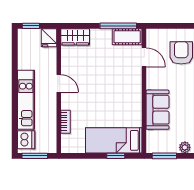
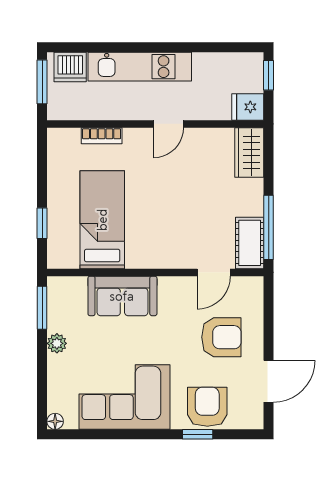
bed: (114, 140) -> (102, 220), moved

